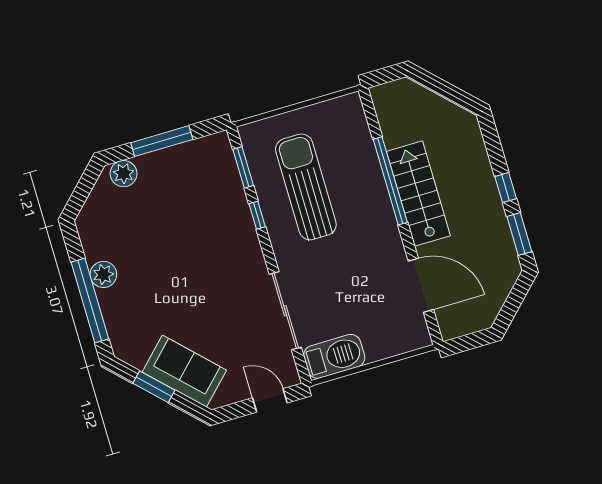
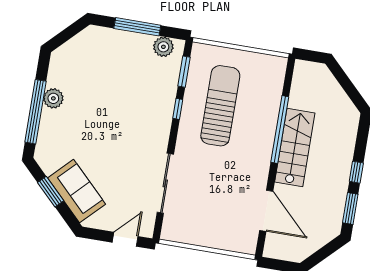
plant: (124, 174) -> (163, 47), moved
barbecue: (334, 356) -> (184, 231), removed
door: (270, 400) -> (125, 239), hinge flipped

